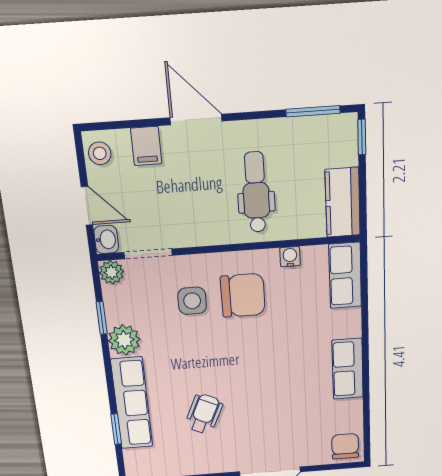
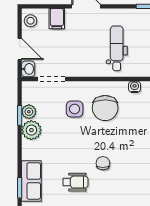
plant: (112, 272) -> (29, 112), moved
chair: (243, 295) -> (105, 108), turned 90
chair: (245, 382) -> (103, 163), added
row of seats: (132, 403) -> (31, 181), width x0.68
wheelchair: (204, 414) -> (75, 182), turned 65

